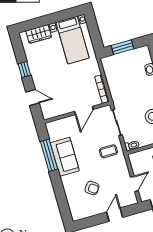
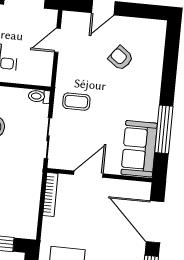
door: (32, 98) -> (155, 222), width x1.87
sofa: (65, 157) -> (139, 149), moved

